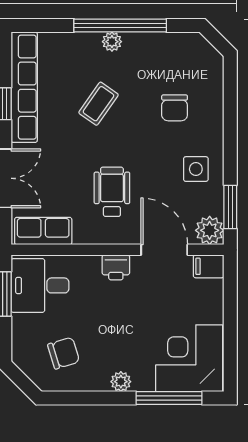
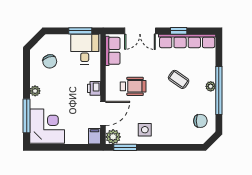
chair: (175, 108) -> (200, 121), moved, turned 180

